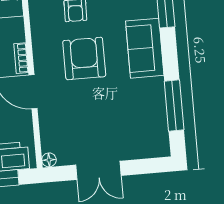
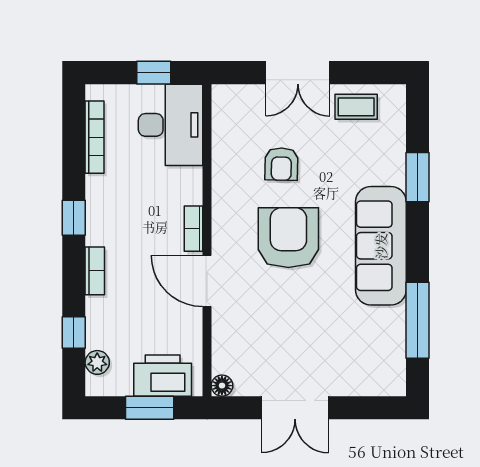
sofa: (145, 48) -> (381, 246), width x1.36

